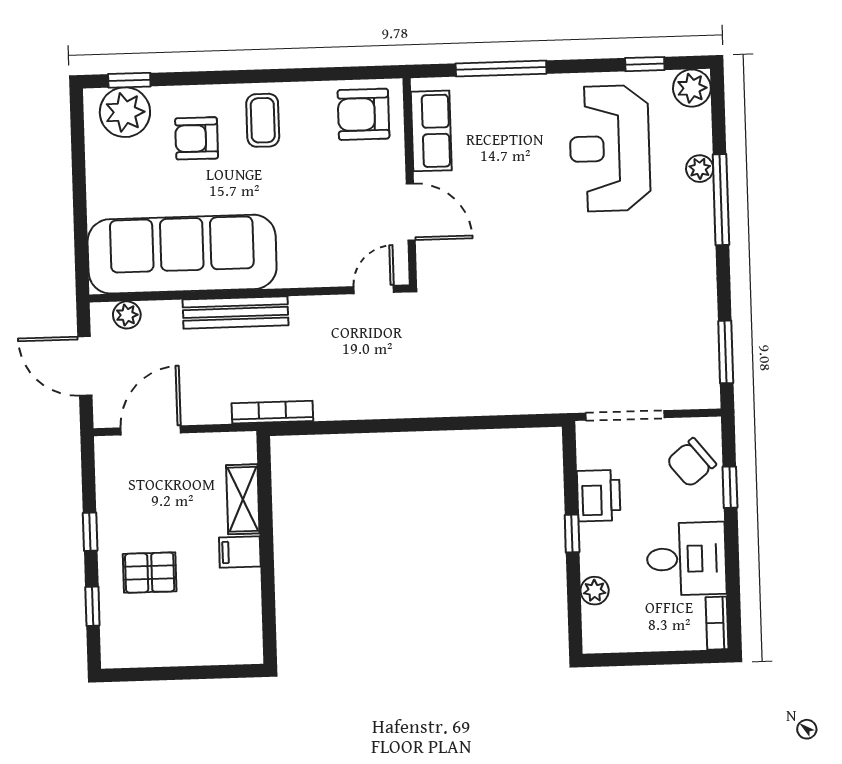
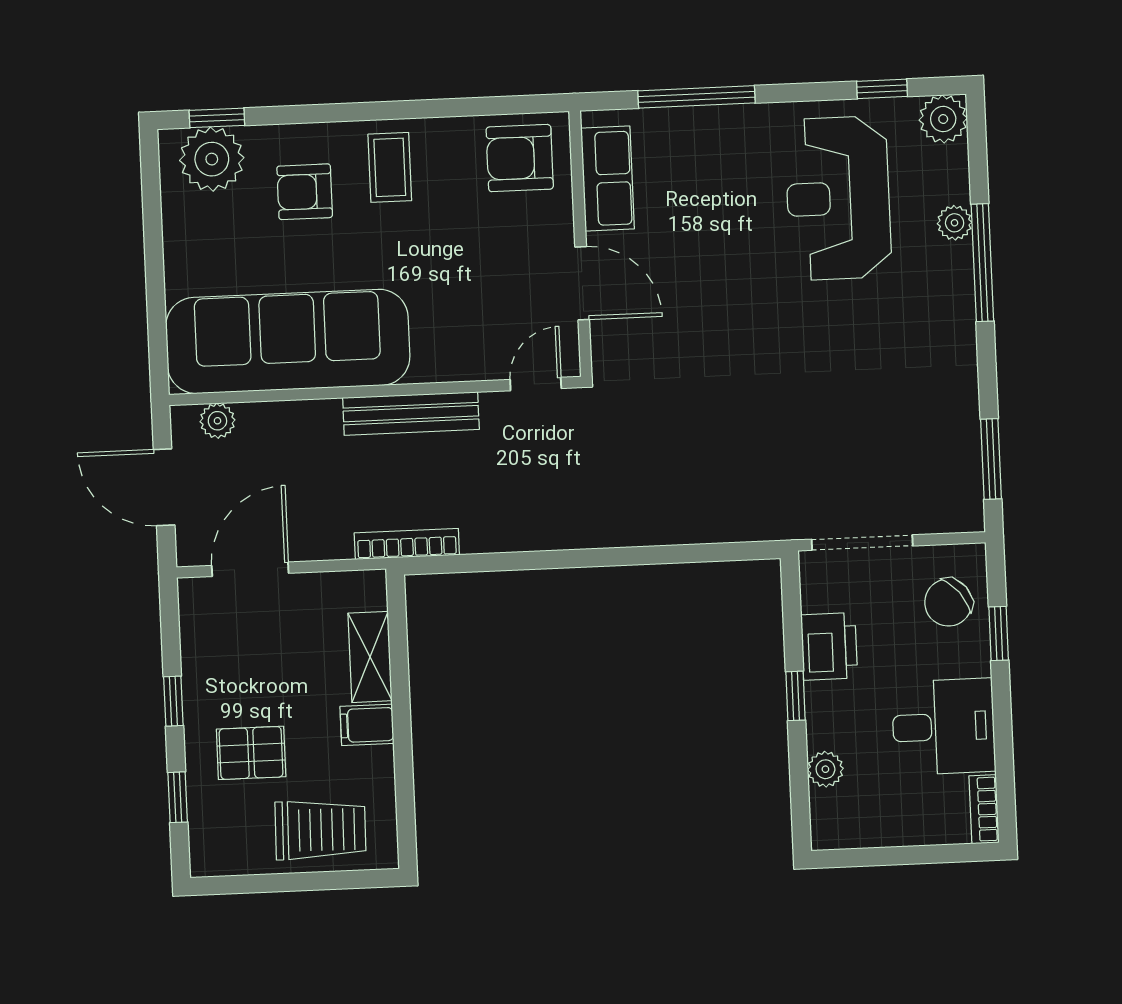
bench: (235, 312) -> (411, 414), moved
trolley: (203, 633) -> (320, 830), added

